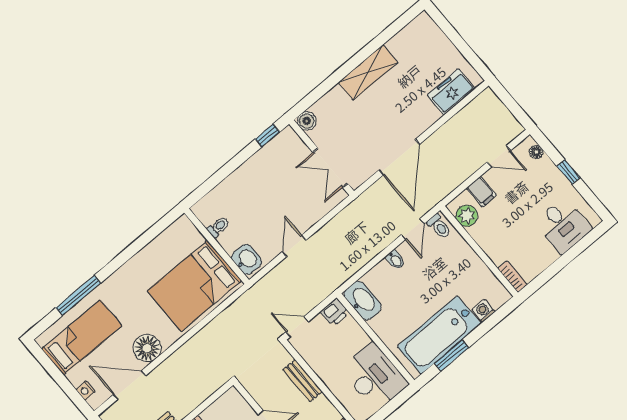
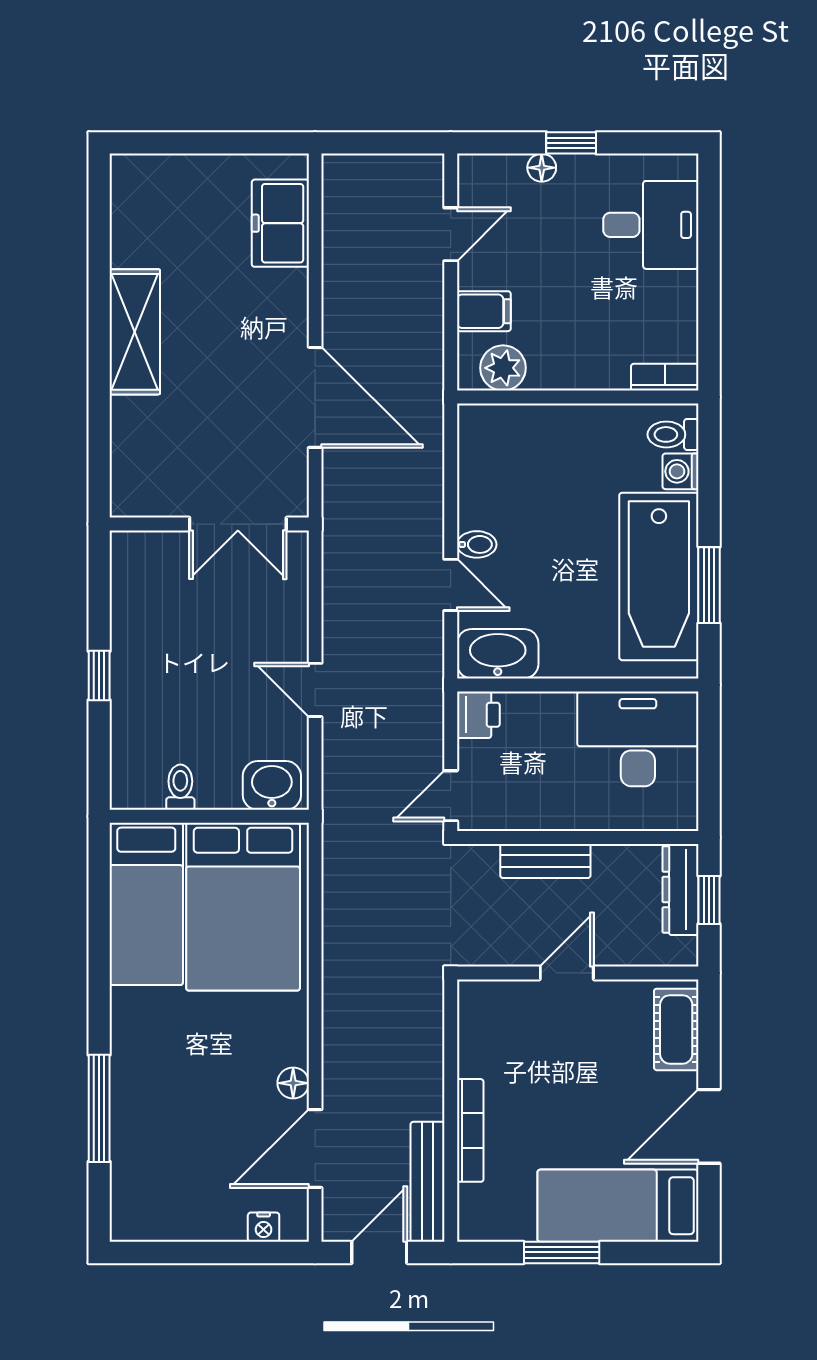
boiler: (307, 121) -> (129, 498), removed
window: (268, 135) -> (99, 676), moved
floor lamp: (536, 152) -> (542, 168), moved
toilet: (439, 226) -> (673, 434), moved, turned 180
door: (413, 229) -> (451, 585), moved
bed: (82, 337) -> (146, 904), moved, turned 180
floor lamp: (147, 348) -> (293, 1083), width x0.53, depth x0.53

